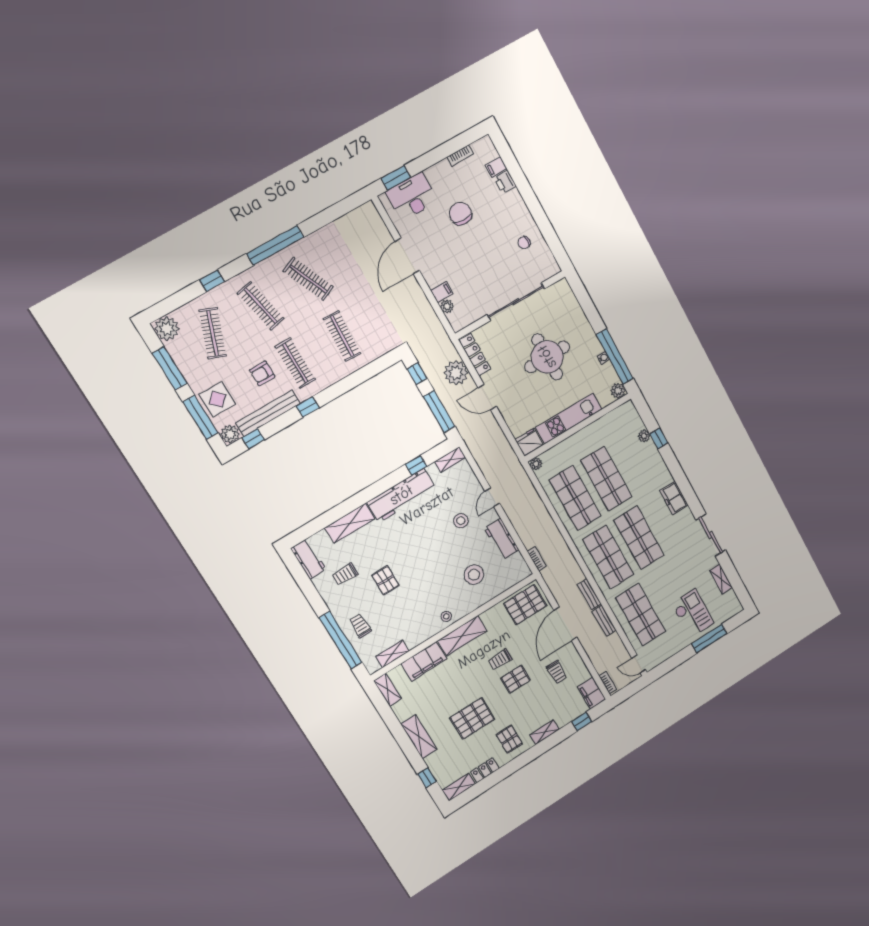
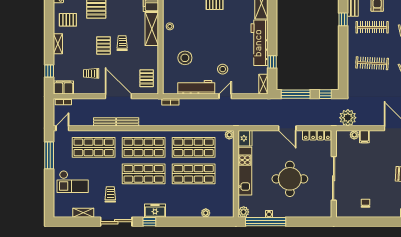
plant: (456, 373) -> (348, 118), moved
door: (487, 397) -> (287, 128), swing flipped
window: (659, 438) -> (149, 222), moved
door: (492, 497) -> (225, 96), hinge flipped
workbench: (502, 539) -> (196, 87), width x1.38
trolley: (684, 561) -> (110, 194), added
pallet: (525, 605) -> (147, 78), width x0.67, depth x0.71
window: (709, 639) -> (49, 155), moved

